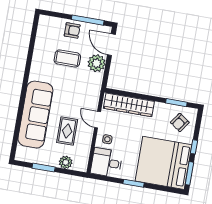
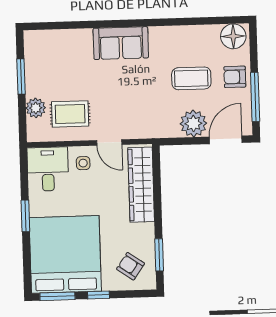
floor lamp: (46, 26) -> (233, 36), added
armchair: (72, 30) -> (235, 77), turned 90
coffee table: (67, 58) -> (191, 78), turned 90
sofa: (35, 115) -> (121, 43), width x0.54, depth x0.79
door: (98, 120) -> (109, 142), swing flipped
rug: (67, 131) -> (70, 114), moved

